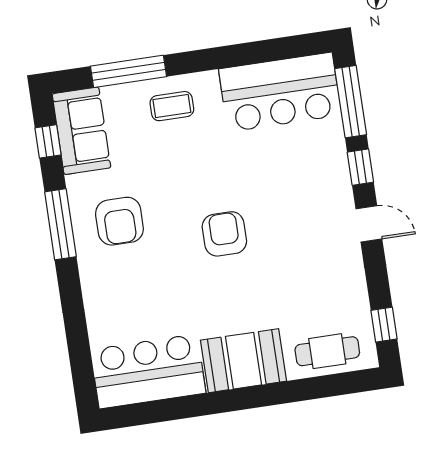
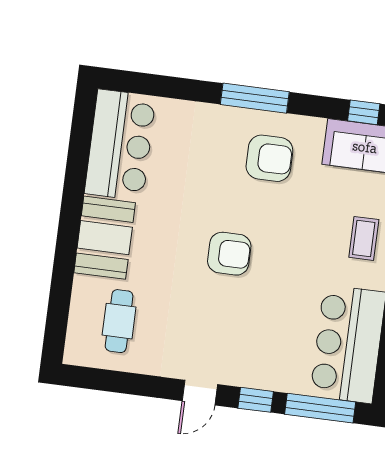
armchair: (119, 221) -> (269, 158), turned 180
window: (60, 224) -> (255, 98), moved
window: (384, 325) -> (101, 380), removed
cafe table: (327, 351) -> (119, 321), moved

